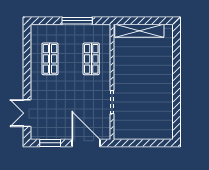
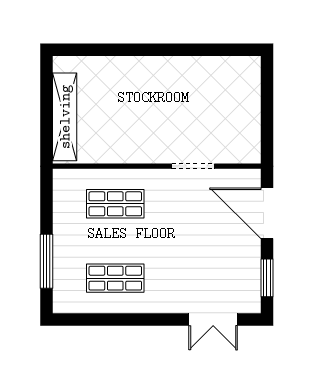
window: (77, 21) -> (46, 261), moved
door: (86, 143) -> (267, 213), hinge flipped

